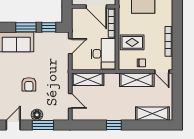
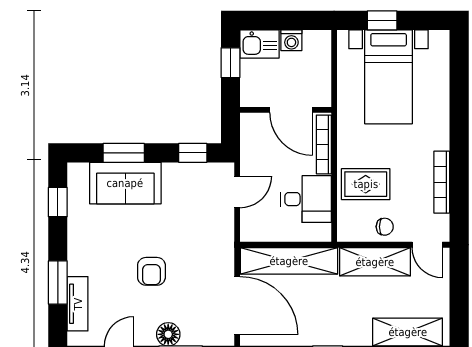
window: (26, 27) -> (124, 153), moved
desk: (103, 54) -> (306, 199), width x0.73
shelving: (88, 79) -> (289, 261), width x1.47
door: (70, 101) -> (237, 306), width x1.88

